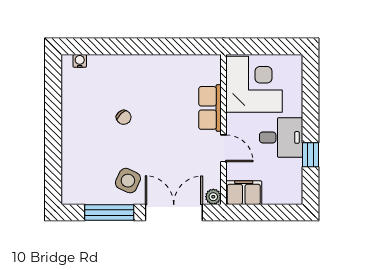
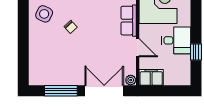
side table: (128, 181) -> (44, 14), moved

